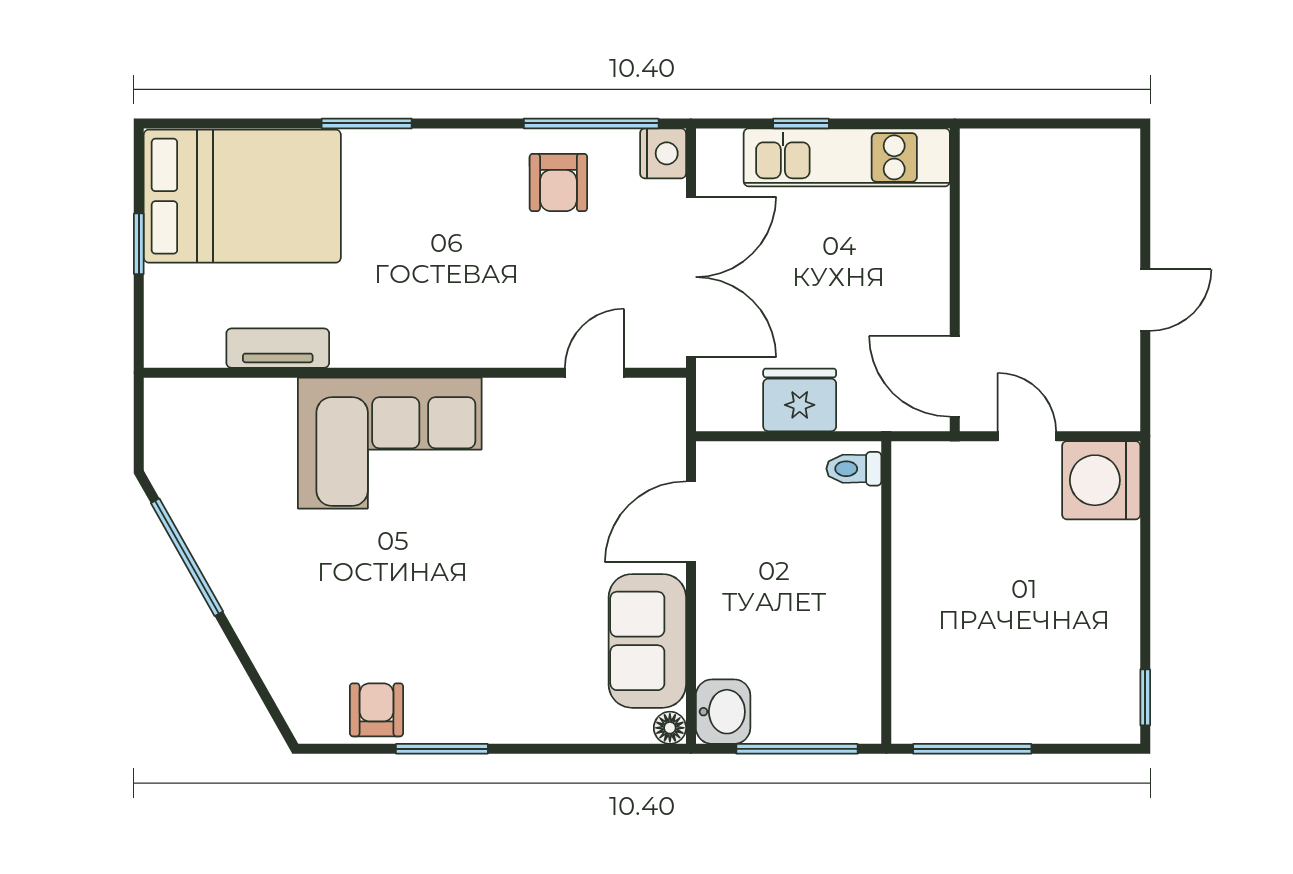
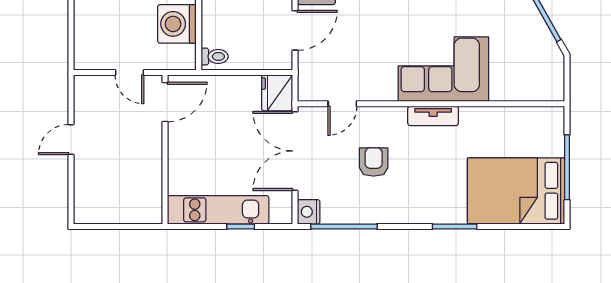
armchair: (558, 183) -> (374, 162), moved
window: (139, 244) -> (567, 167), width x2.17
tv unit: (278, 348) -> (433, 116), moved
door: (955, 376) -> (165, 102), hinge flipped
fridge: (800, 400) -> (277, 93), moved, turned 90
washing machine: (1101, 480) -> (177, 24), moved, turned 180

